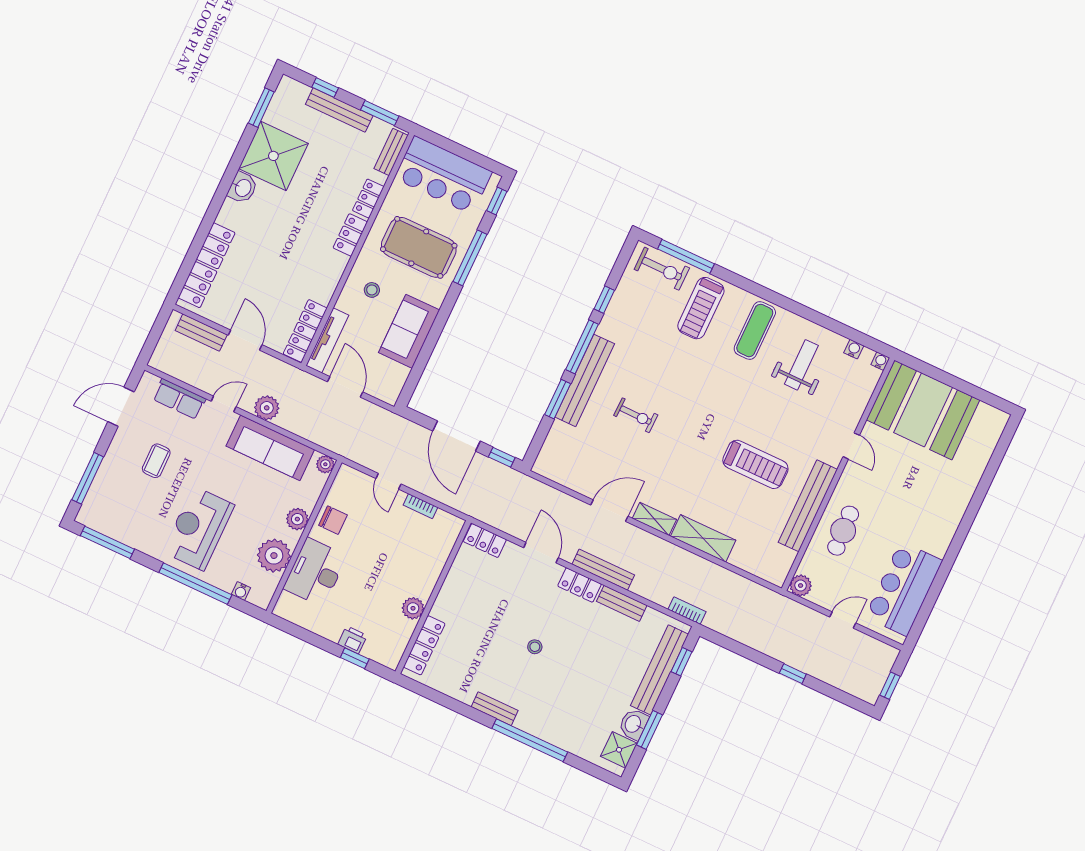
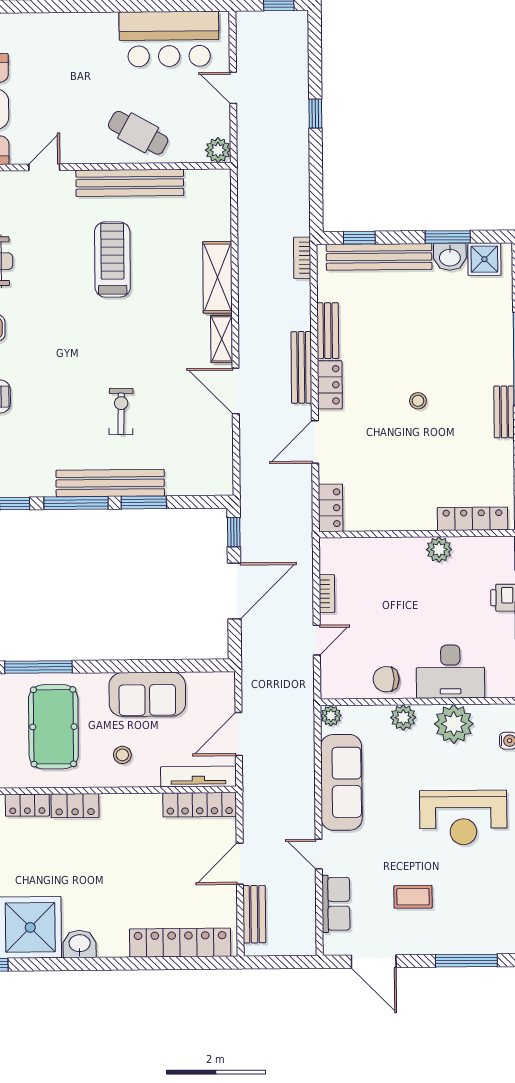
plant: (267, 408) -> (301, 807), removed
chair: (333, 520) -> (386, 679), turned -90
cafe table: (843, 531) -> (138, 133), turned 32

